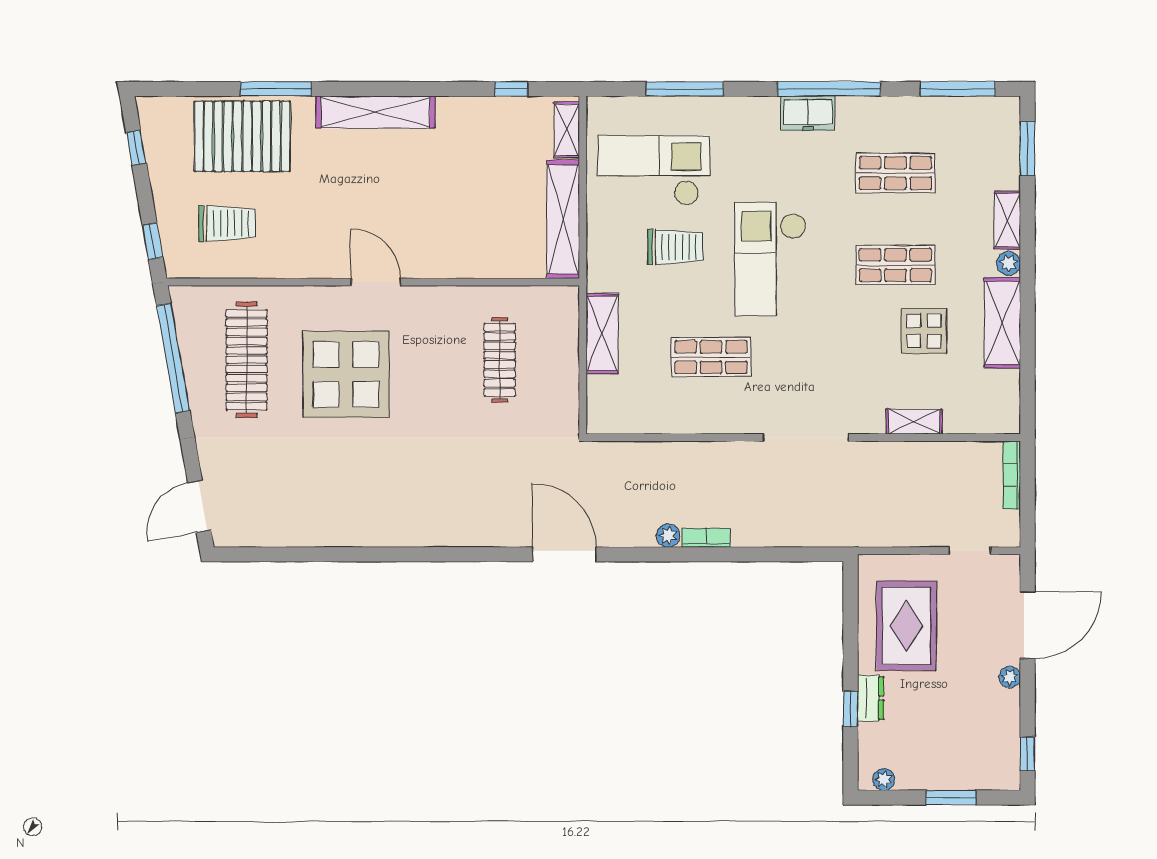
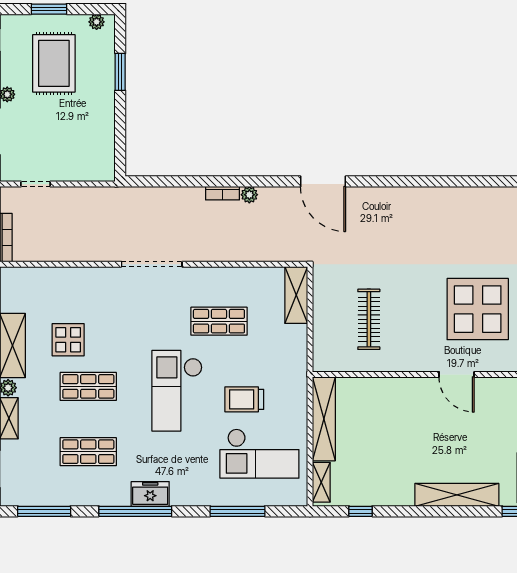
checkout: (770, 259) -> (177, 391), turned 180
shelving: (602, 333) -> (296, 295), moved
shelving: (914, 422) -> (75, 275), removed
rug: (906, 626) -> (54, 63), moved
dresser: (871, 698) -> (106, 80), removed
window: (850, 709) -> (120, 72), width x1.50

